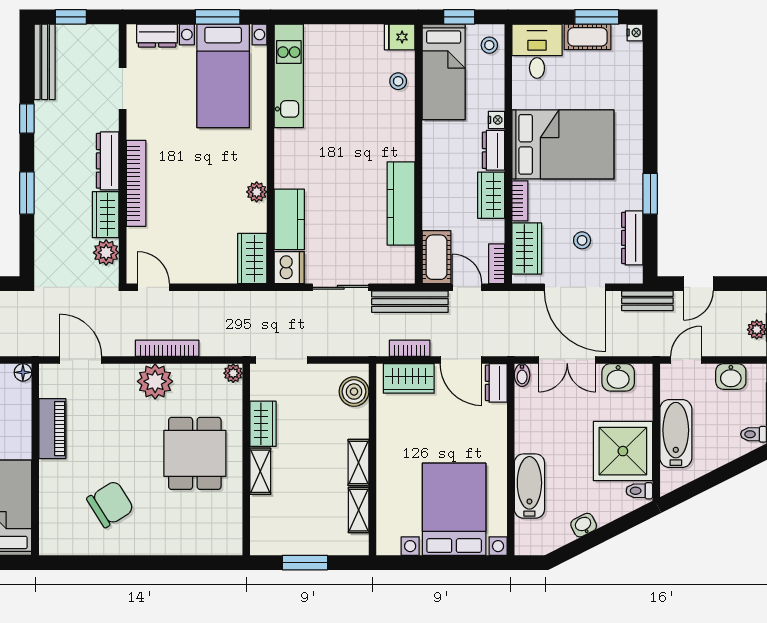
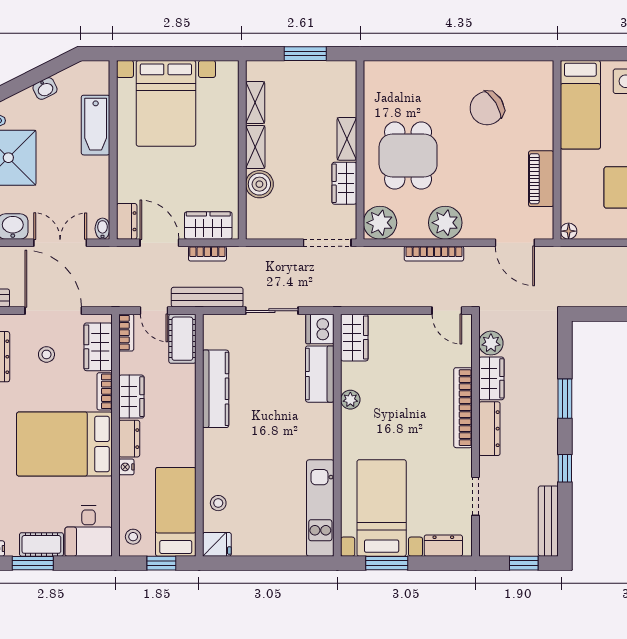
plant: (233, 373) -> (380, 223), width x1.87, depth x1.87
boiler: (354, 392) -> (259, 184), moved

